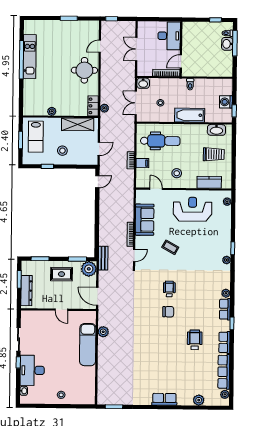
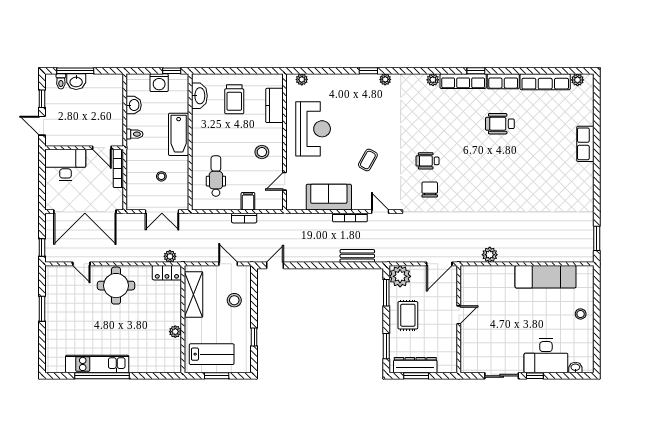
door: (197, 20) -> (42, 126), added
double door: (136, 49) -> (85, 212), width x1.87
washbasin: (143, 83) -> (134, 105), moved
dental chair: (160, 141) -> (216, 176), width x0.73, depth x0.72
stool: (62, 151) -> (234, 300), moved
trolley: (214, 154) -> (234, 99), turned 180
door: (97, 182) -> (275, 265), hinge flipped
reception desk: (193, 209) -> (313, 129), turned 180
bench: (103, 258) -> (357, 256), moved
dresser: (26, 291) -> (415, 365), moved
row of seats: (225, 309) -> (463, 81), width x1.48
chair: (168, 312) -> (430, 190), moved
exam couch: (88, 345) -> (546, 277), moved
row of seats: (164, 399) -> (585, 144), moved
plant: (199, 400) -> (586, 117), removed

